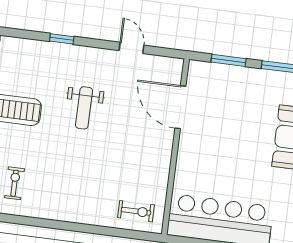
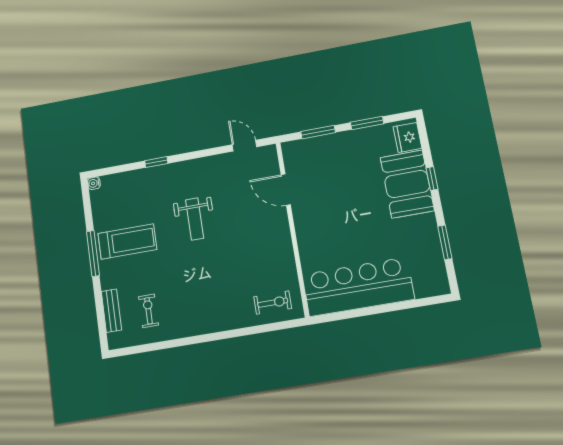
door: (131, 48) -> (244, 146), moved
door: (180, 107) -> (286, 190), width x0.73

